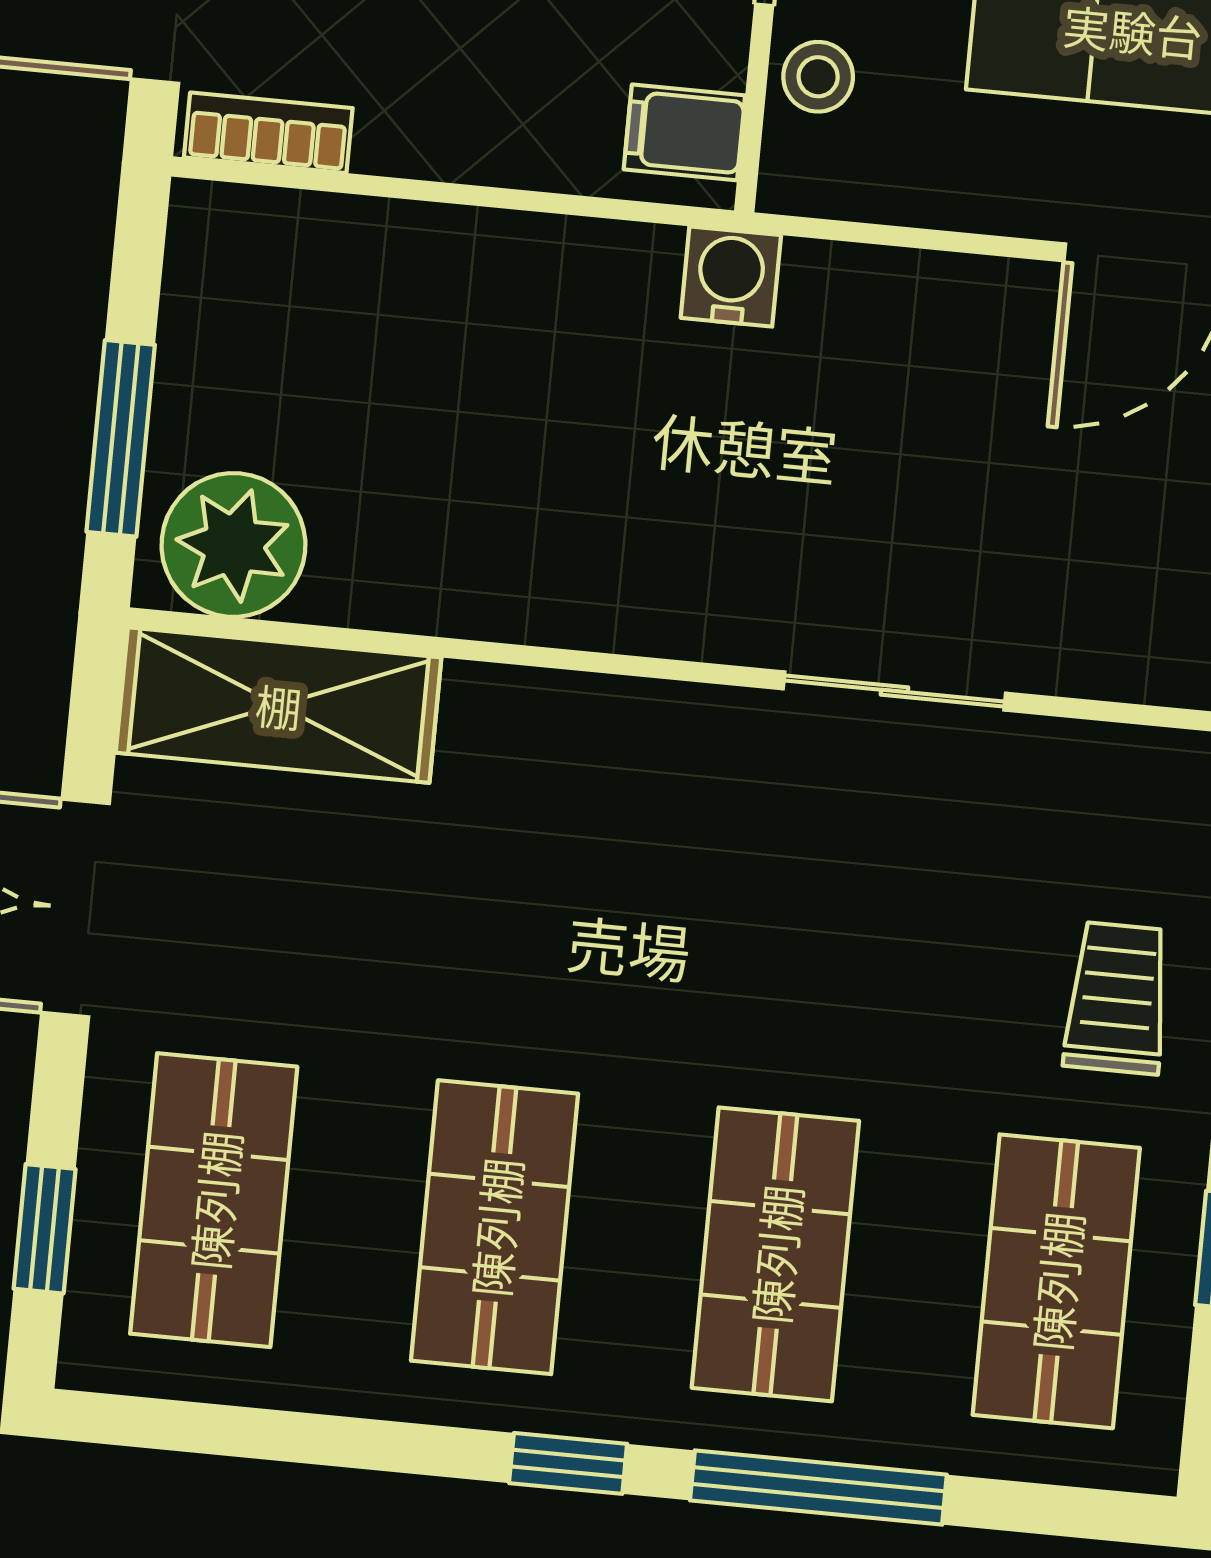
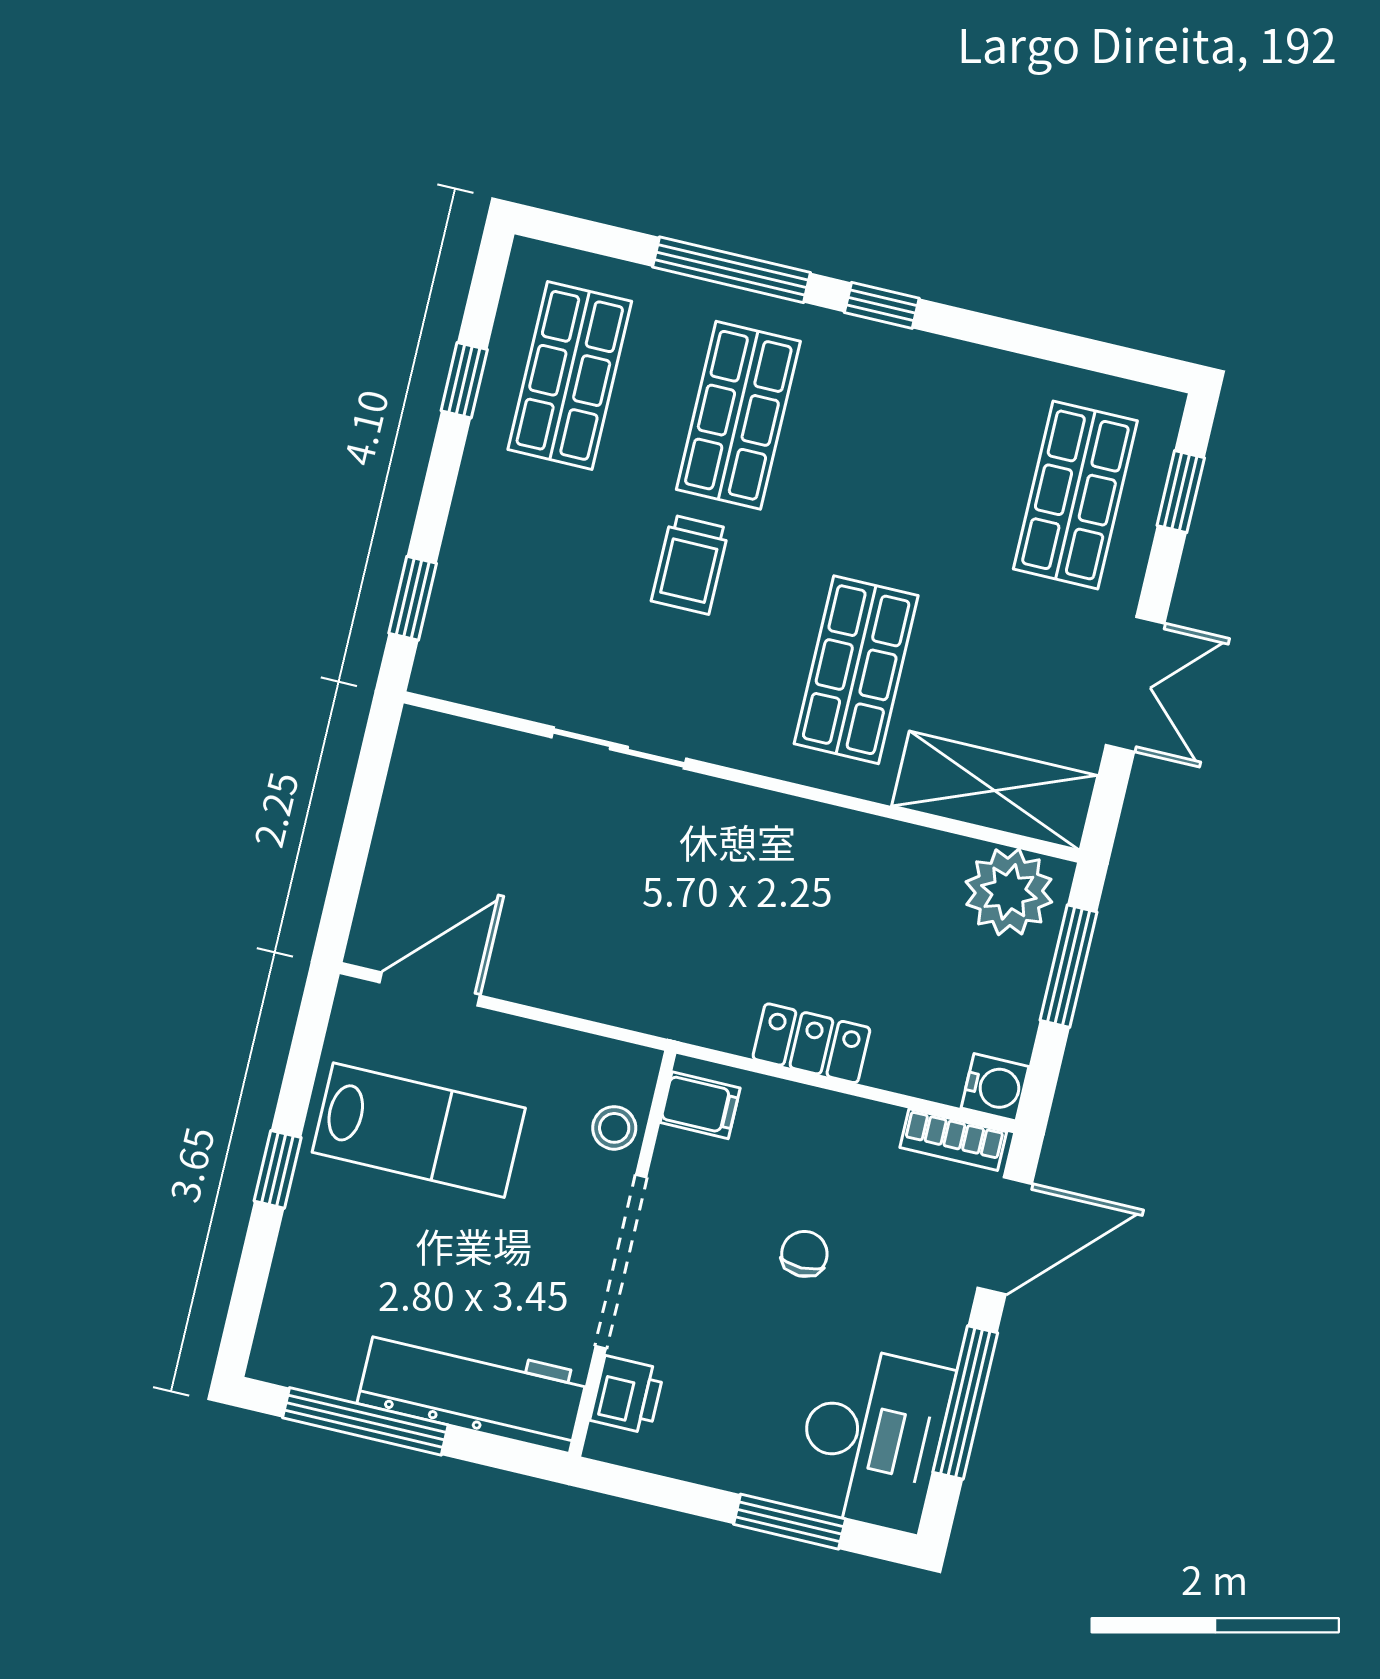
locker: (519, 257) -> (811, 1043), added
water cooler: (731, 277) -> (995, 1087), moved, turned -90
trolley: (1117, 998) -> (690, 565), moved
shop shelf: (495, 1227) -> (856, 670), moved

